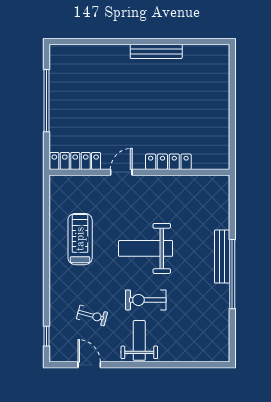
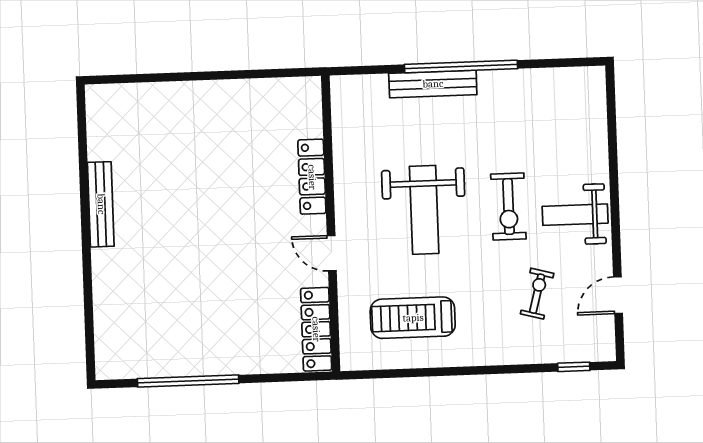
locker: (75, 161) -> (316, 329), moved
locker: (168, 162) -> (312, 177), moved
door: (121, 172) -> (332, 253), moved
wall: (139, 172) -> (331, 224), moved

